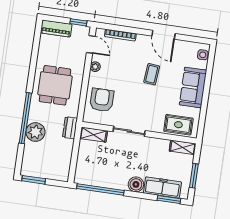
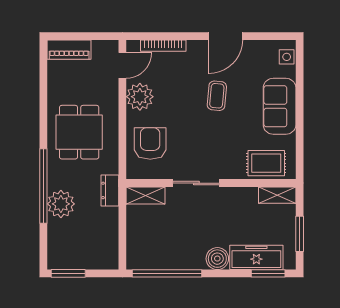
window: (78, 22) -> (100, 36), removed
door: (163, 35) -> (226, 36), hinge flipped
door: (91, 44) -> (122, 65), hinge flipped
plant: (95, 67) -> (140, 97), width x1.88, depth x1.88

